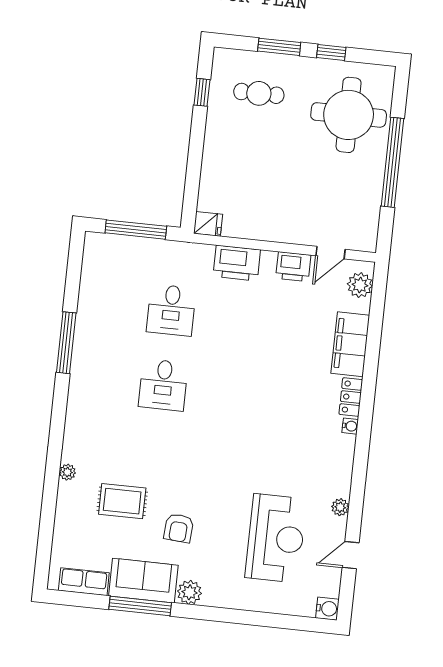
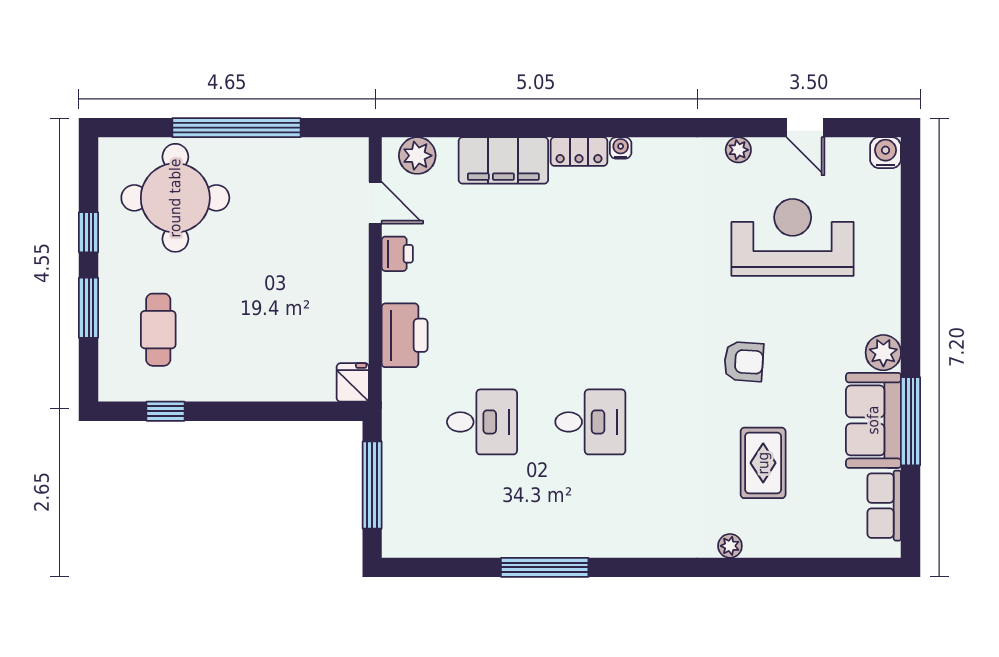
printer: (293, 267) -> (397, 254), width x0.73, depth x0.81
armchair: (179, 528) -> (744, 361), moved

